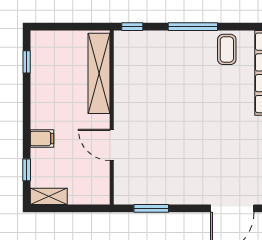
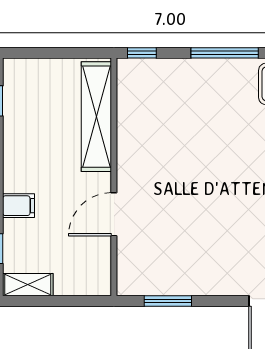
door: (112, 145) -> (114, 214), hinge flipped

